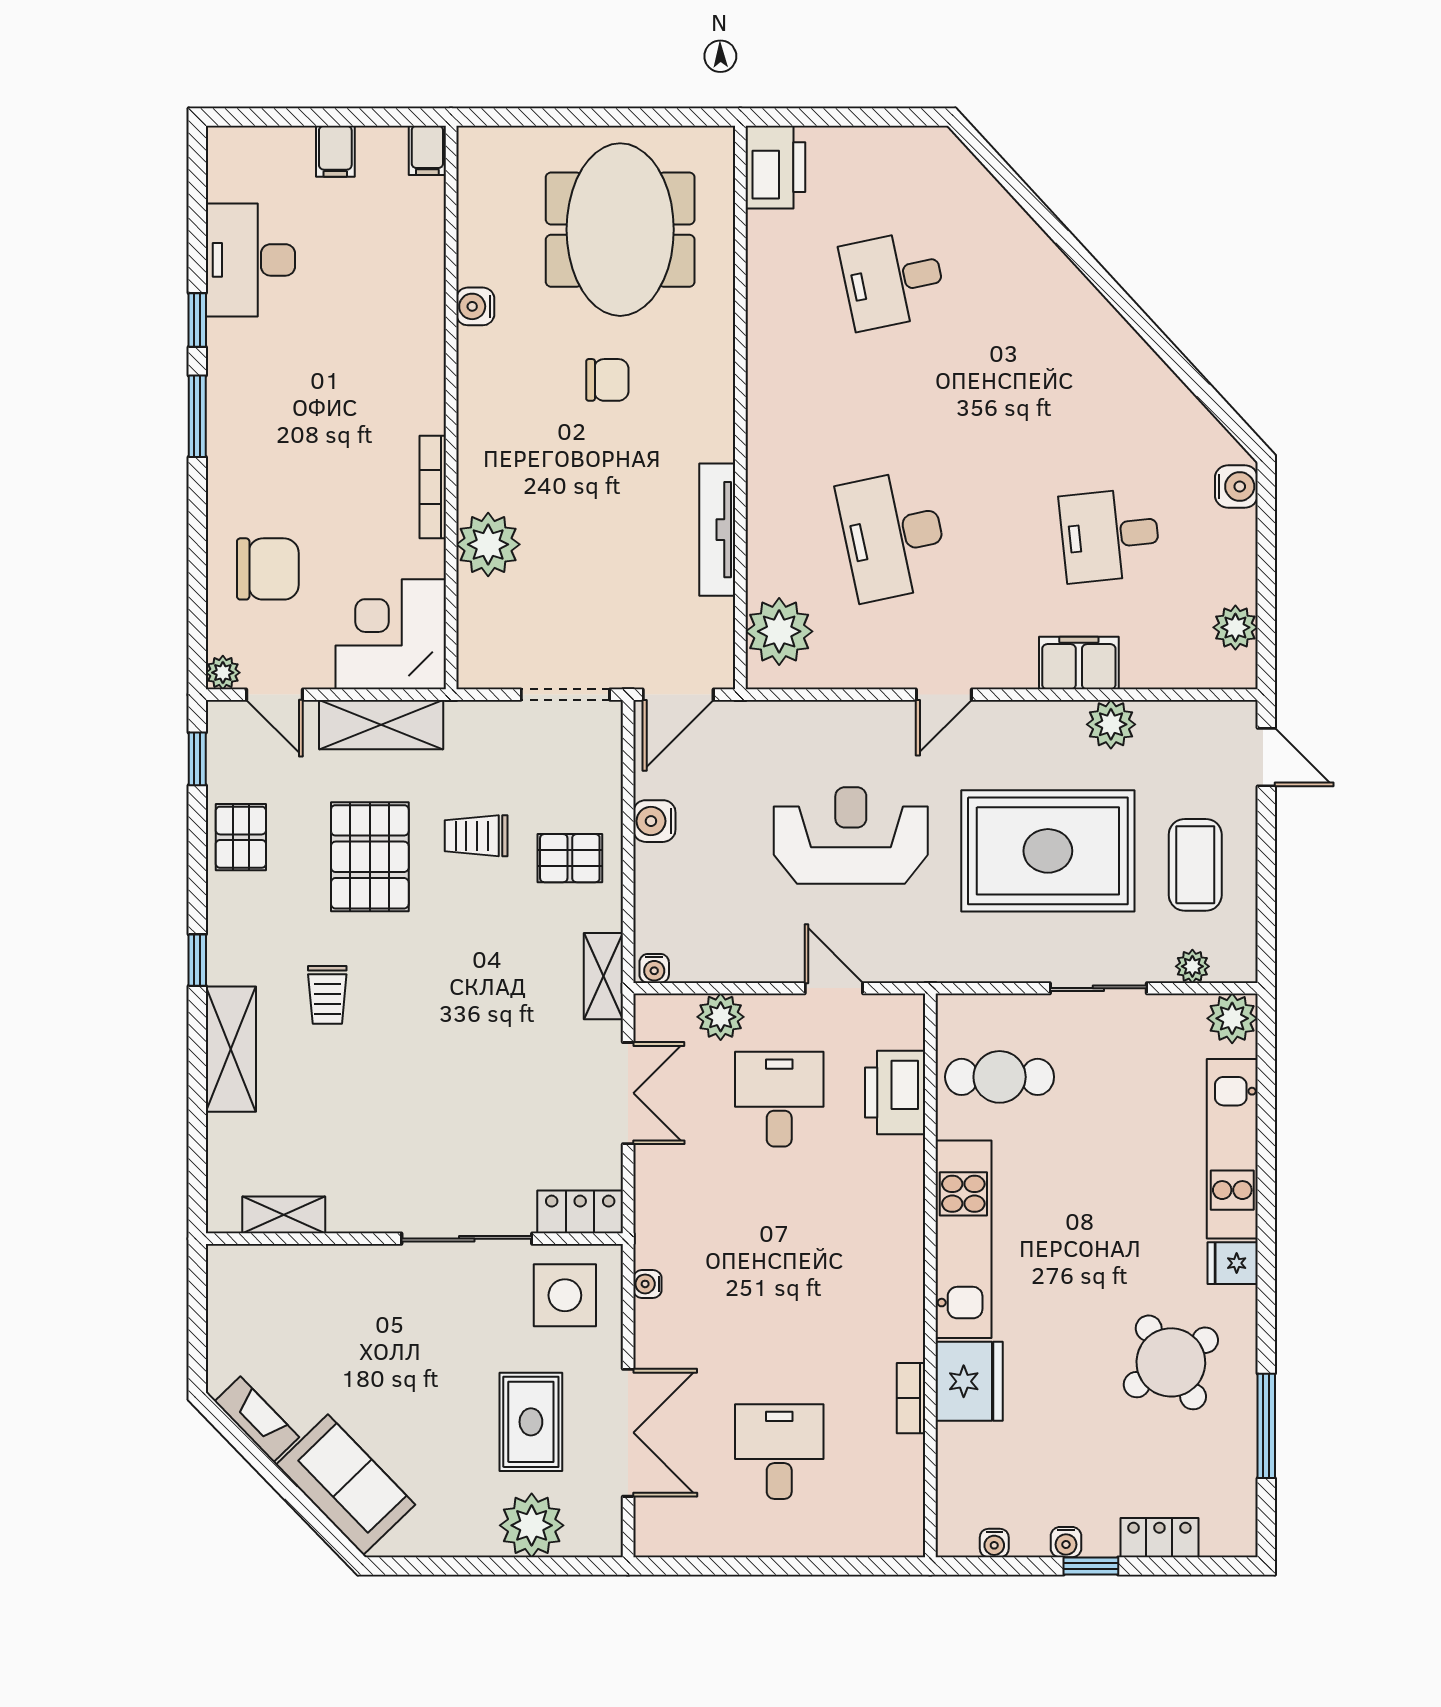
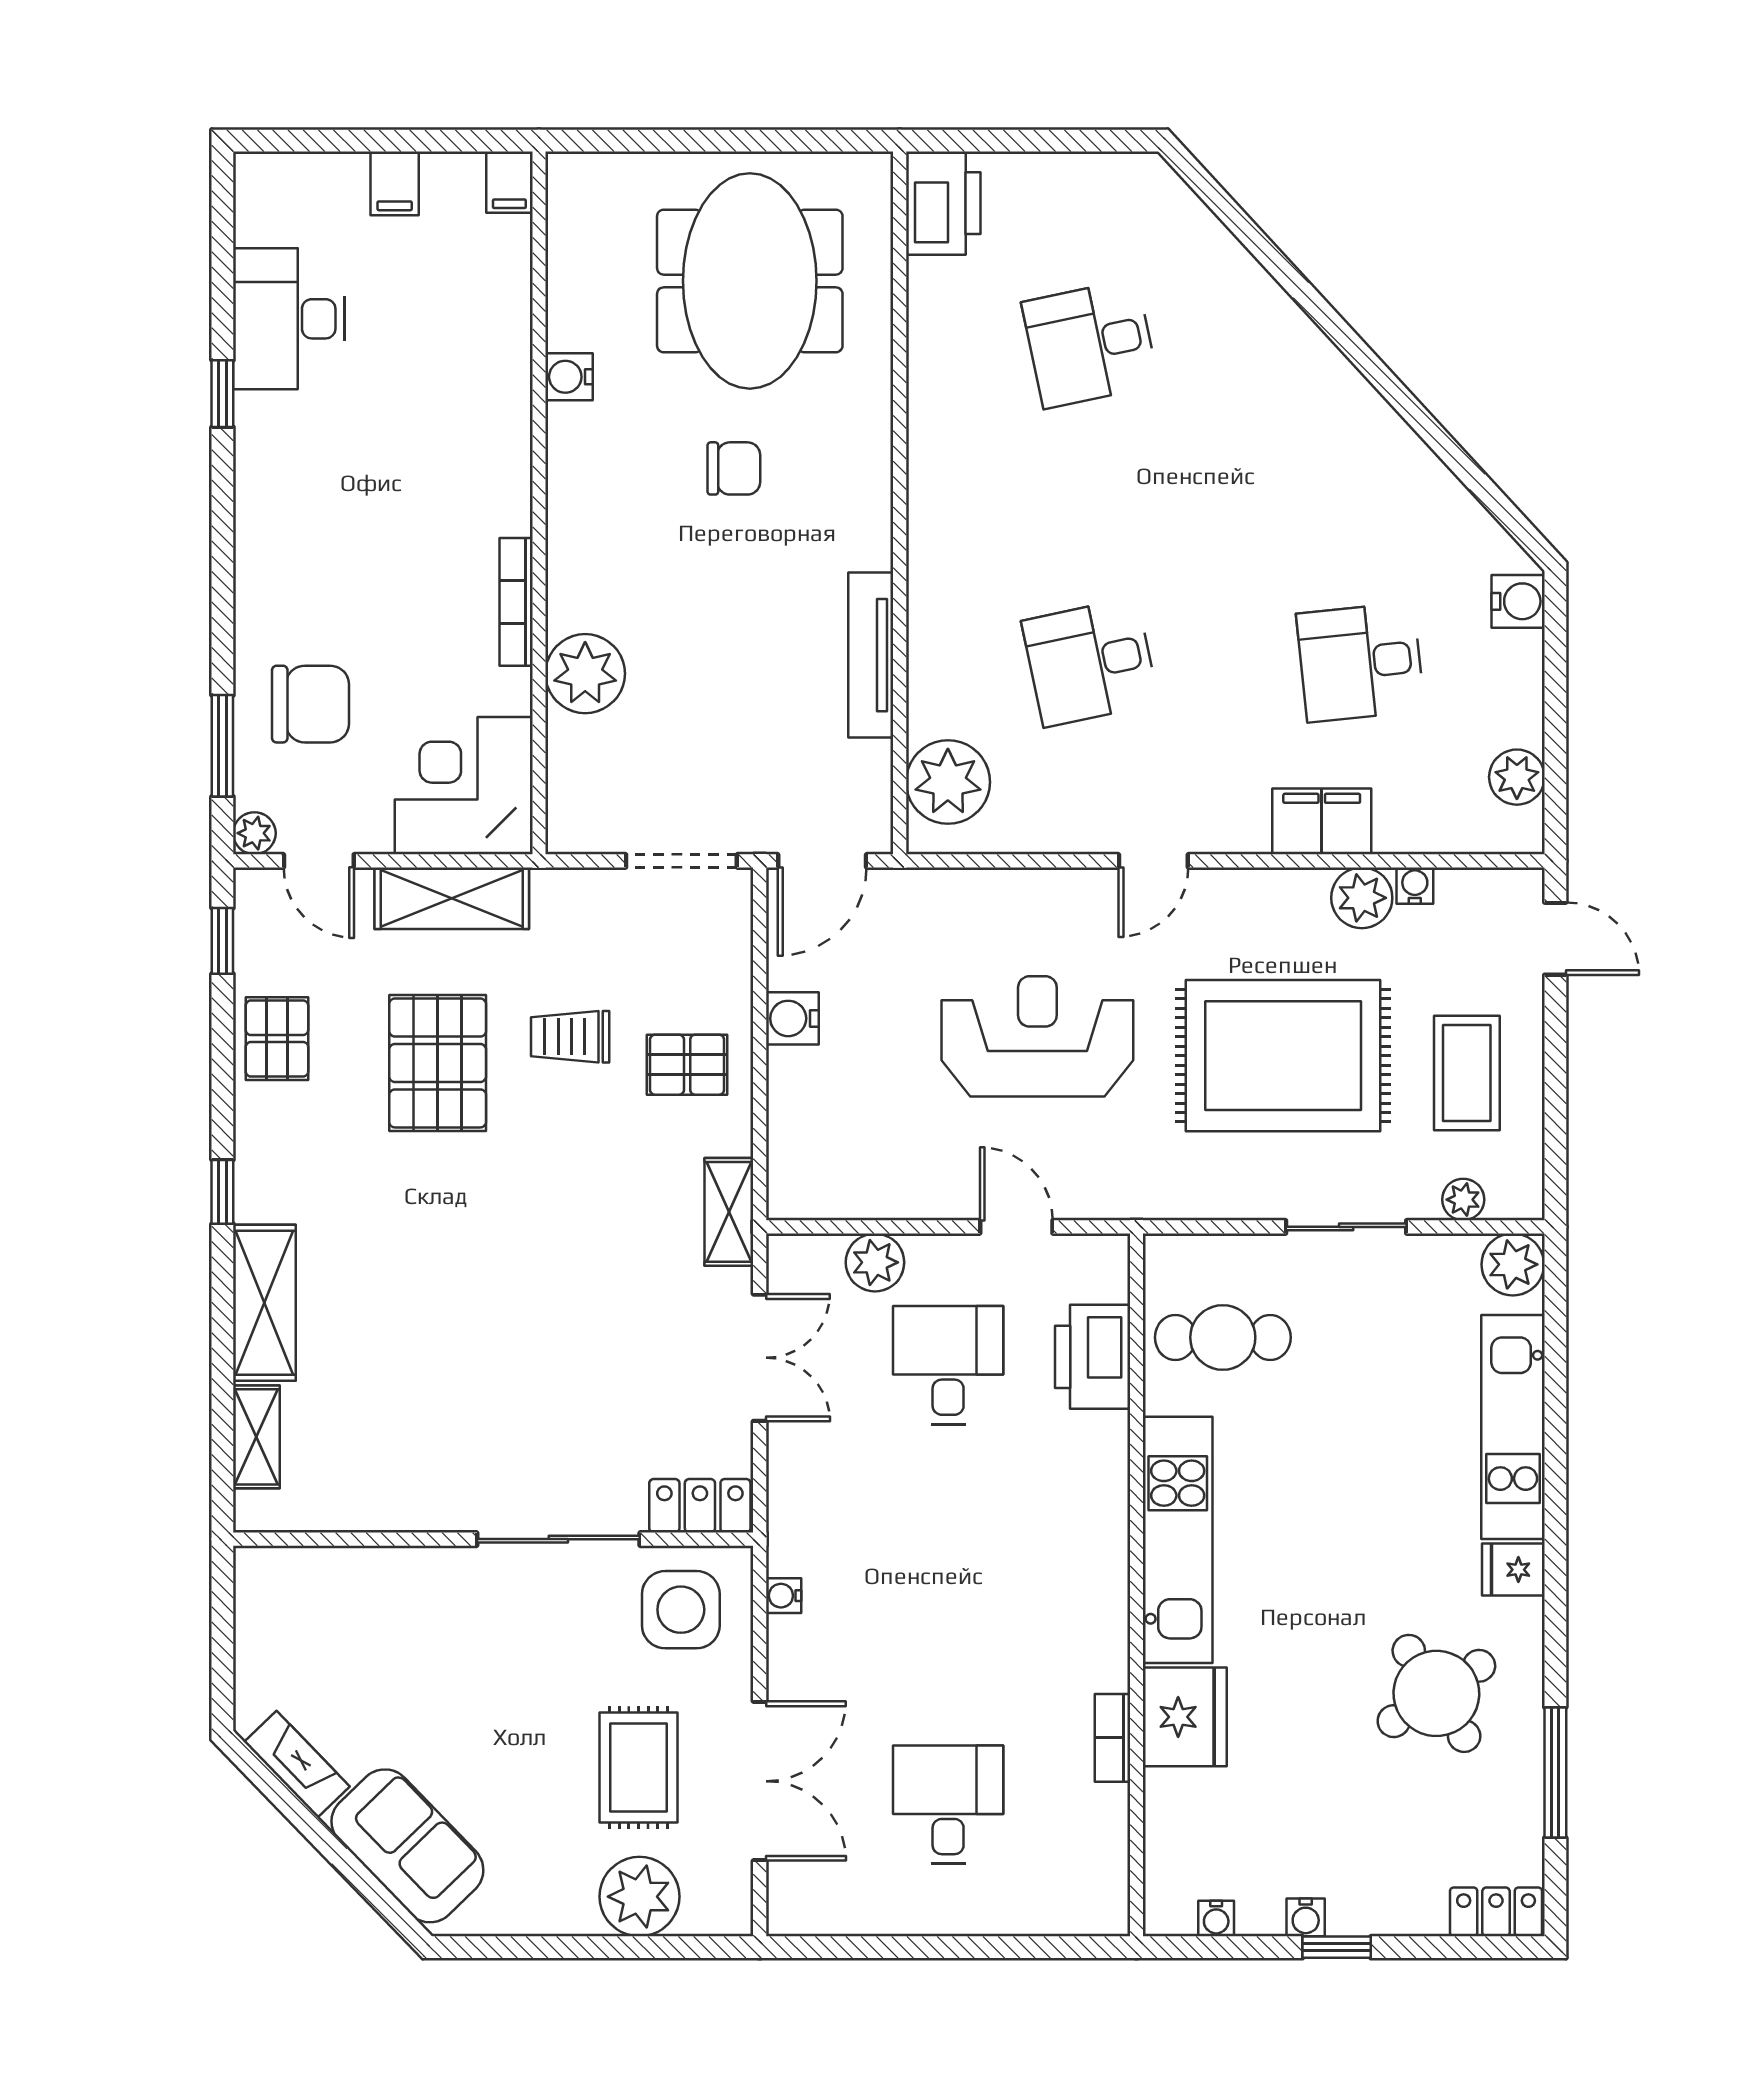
window: (197, 416) -> (222, 746), moved
desk: (893, 535) -> (1090, 662), width x0.73
water cooler: (654, 968) -> (1415, 886), moved, turned 180
trolley: (327, 995) -> (385, 1235), removed
shelving: (284, 1215) -> (256, 1437), moved, turned 90
locker: (1159, 1538) -> (1496, 1912), moved

